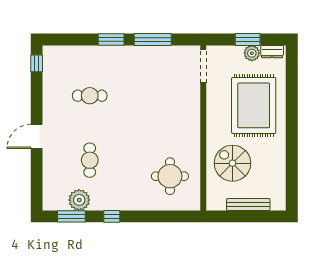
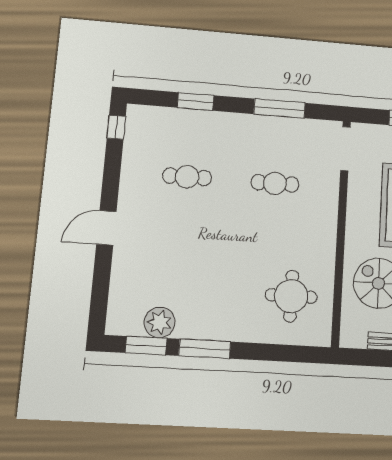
window: (111, 40) -> (196, 101), moved
cafe table: (90, 160) -> (275, 183), moved, turned 90
window: (112, 216) -> (205, 349), width x2.17

